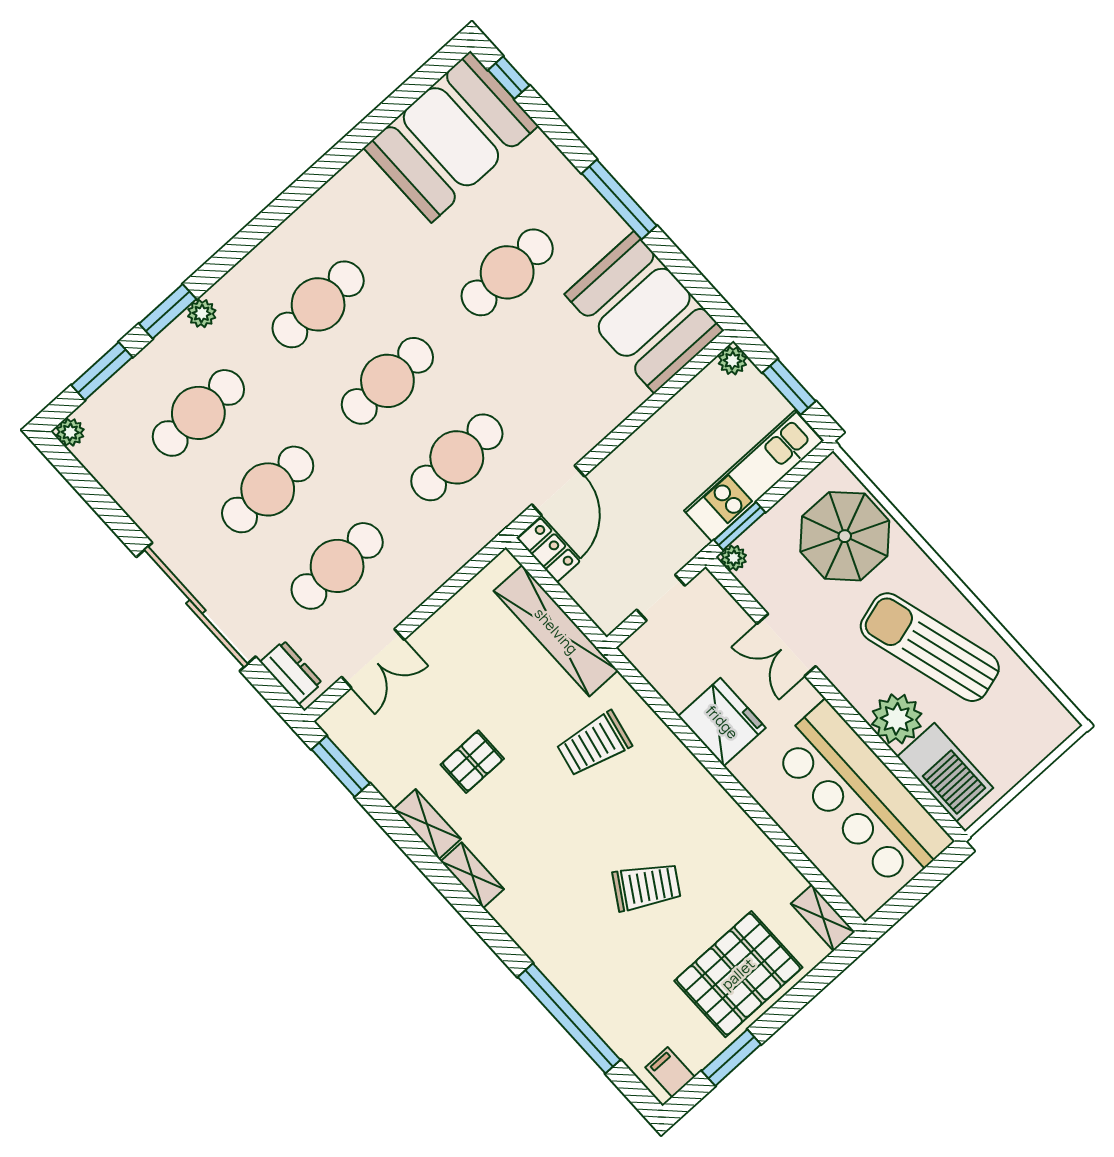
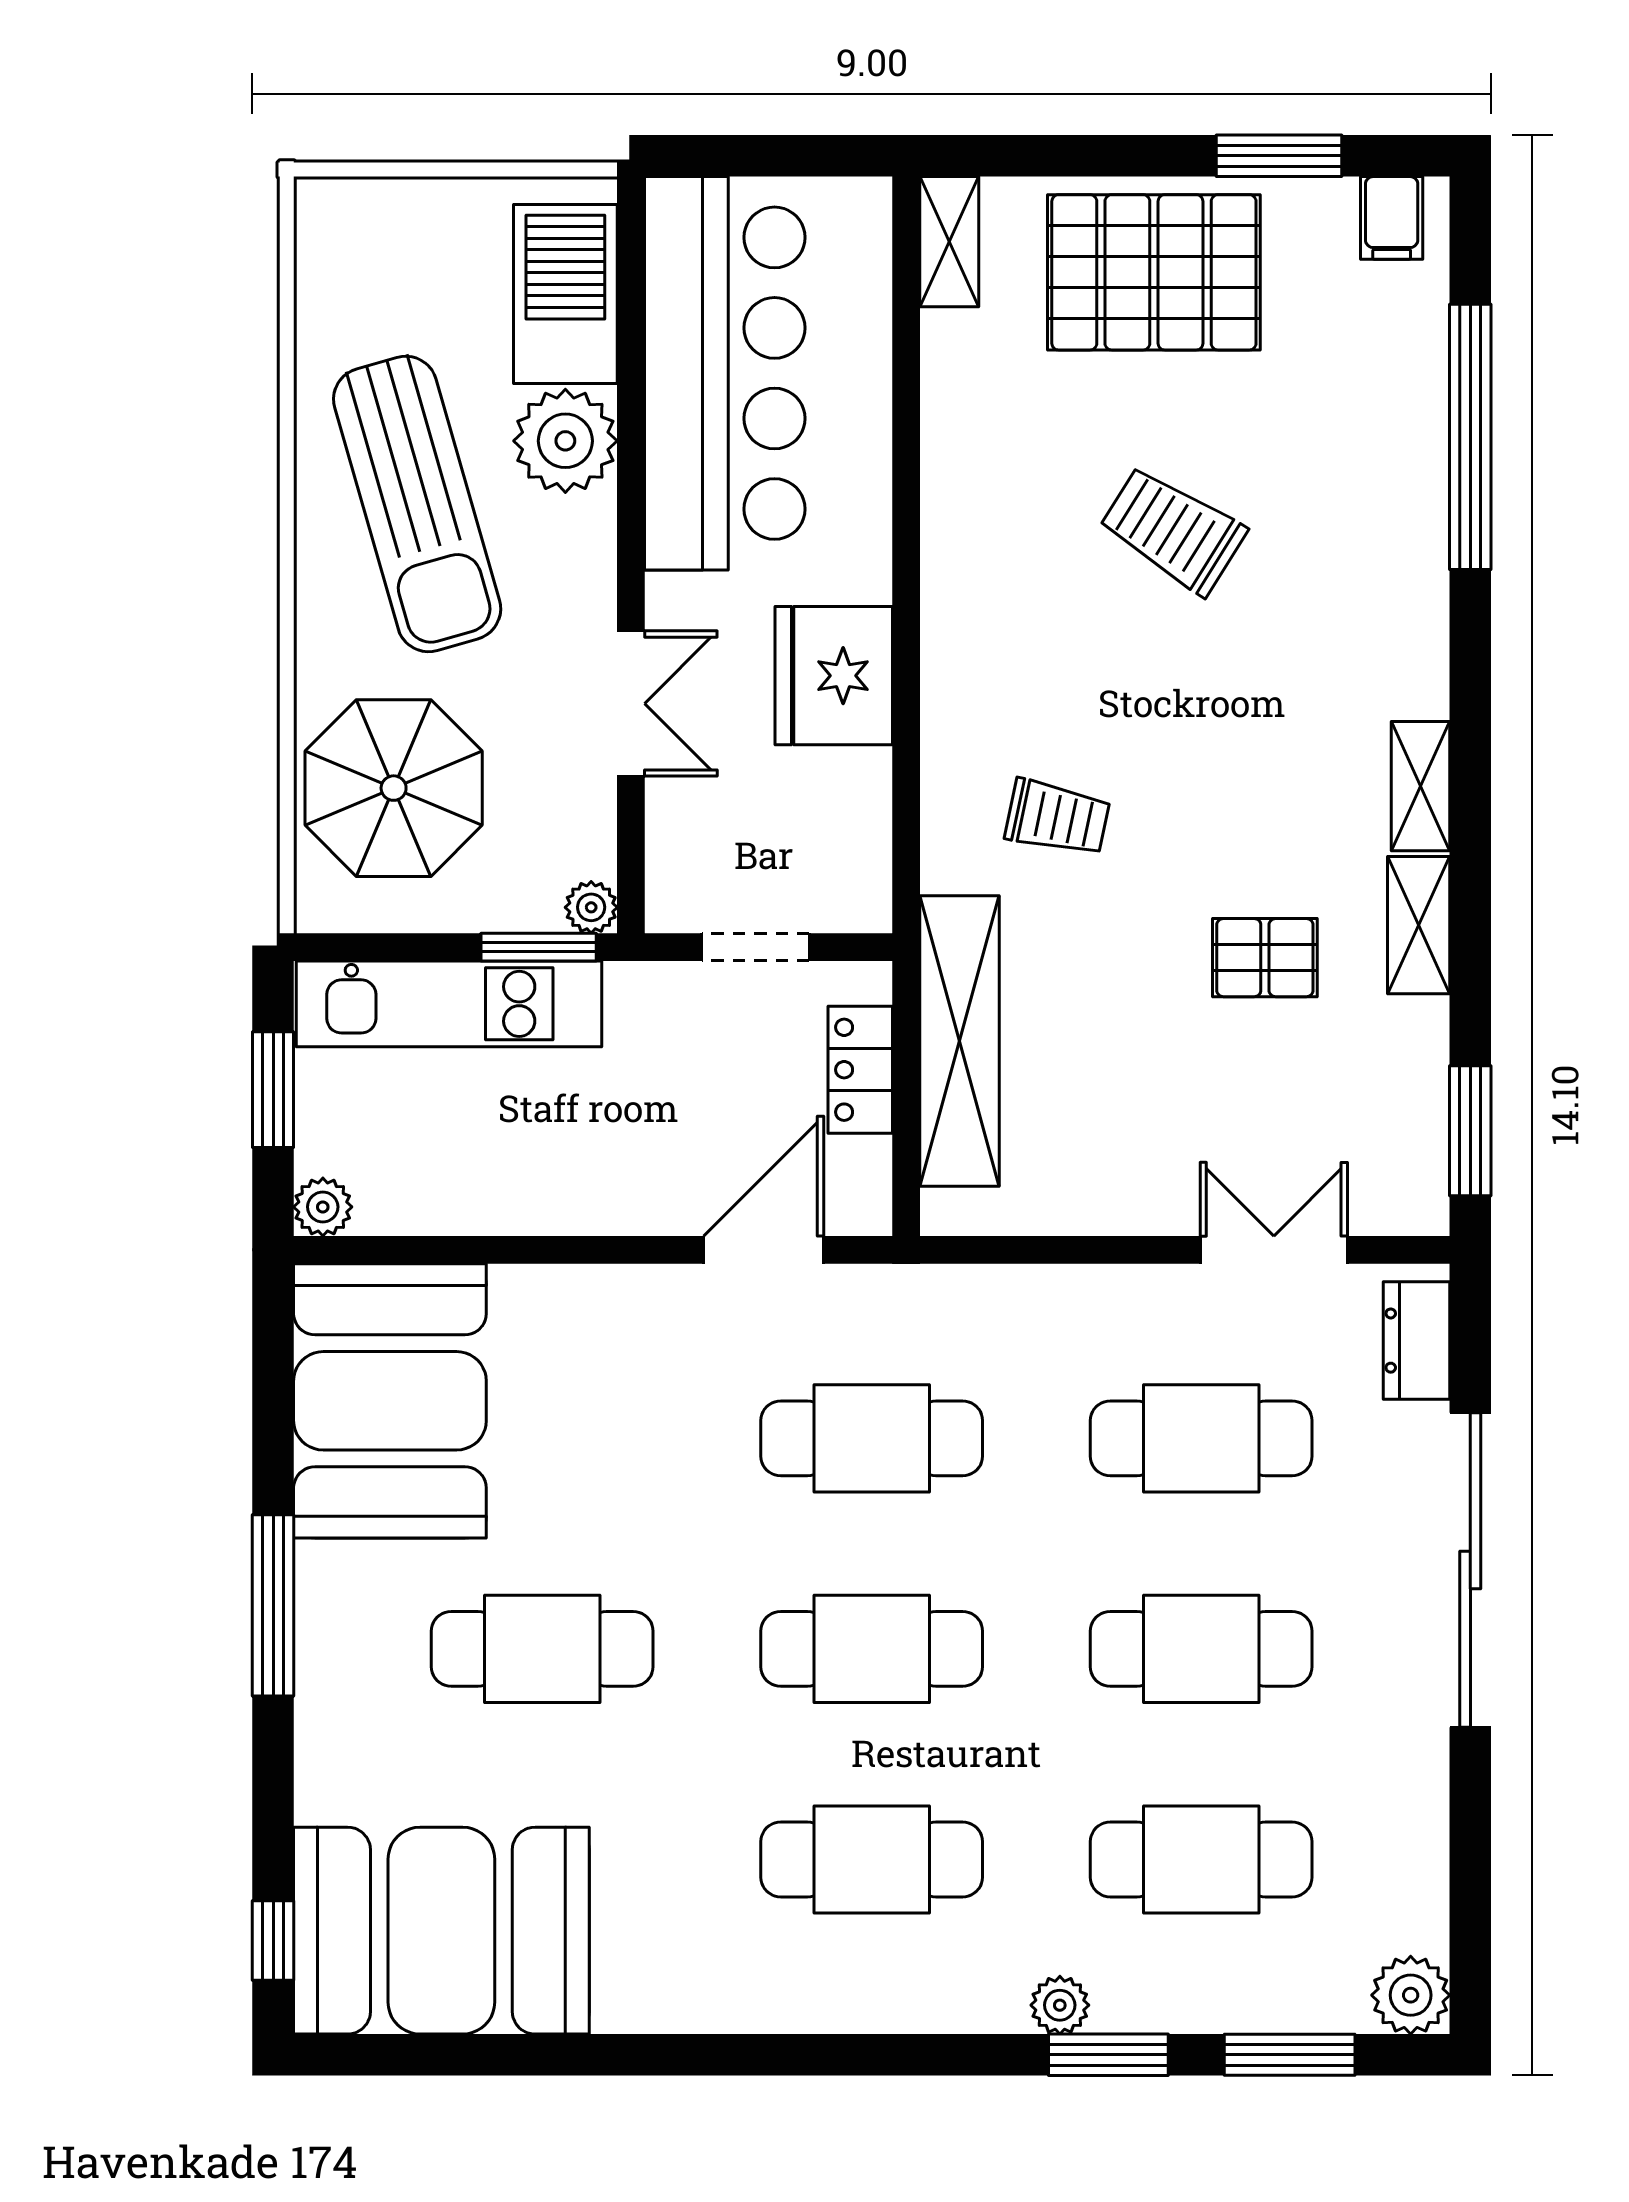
plant: (70, 432) -> (1411, 1995), width x1.38, depth x1.38
locker: (549, 550) -> (860, 1070), moved
trolley: (594, 744) -> (1057, 818), width x0.73, depth x0.72

